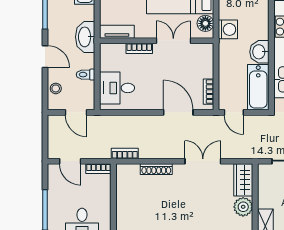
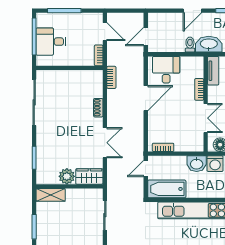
washbasin: (259, 52) -> (197, 164), moved, turned 180
toilet: (86, 75) -> (190, 45), moved
stool: (56, 88) -> (166, 20), removed
door: (178, 112) -> (146, 98), moved
door: (70, 161) -> (105, 32), swing flipped
shoe rack: (156, 169) -> (98, 108), width x0.70

